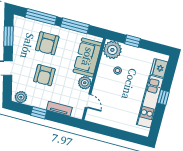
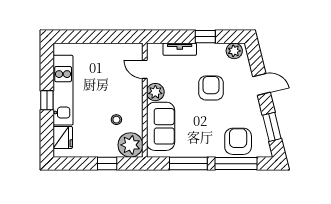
armchair: (47, 43) -> (238, 141), moved

